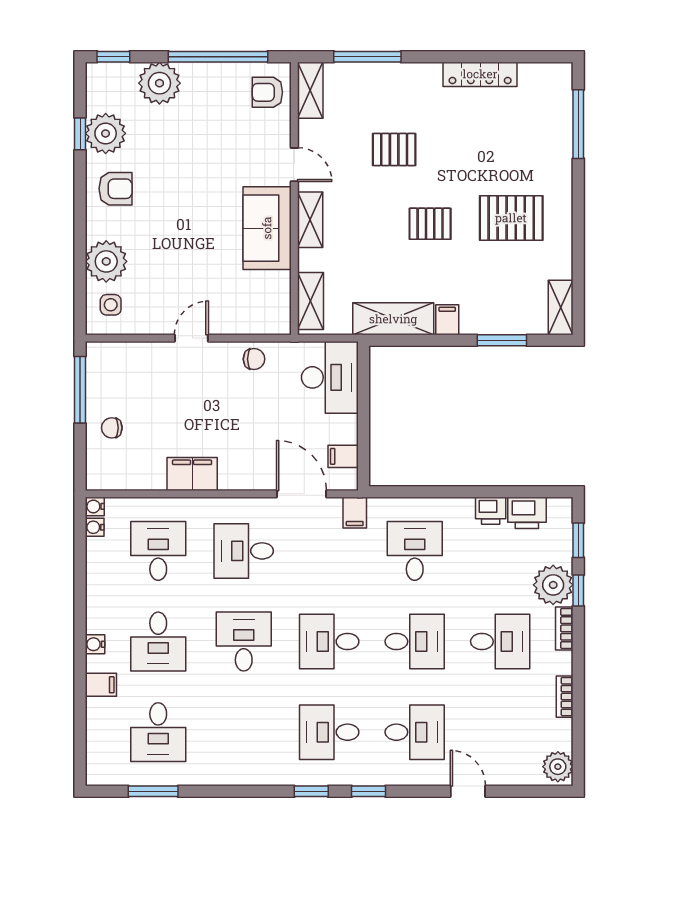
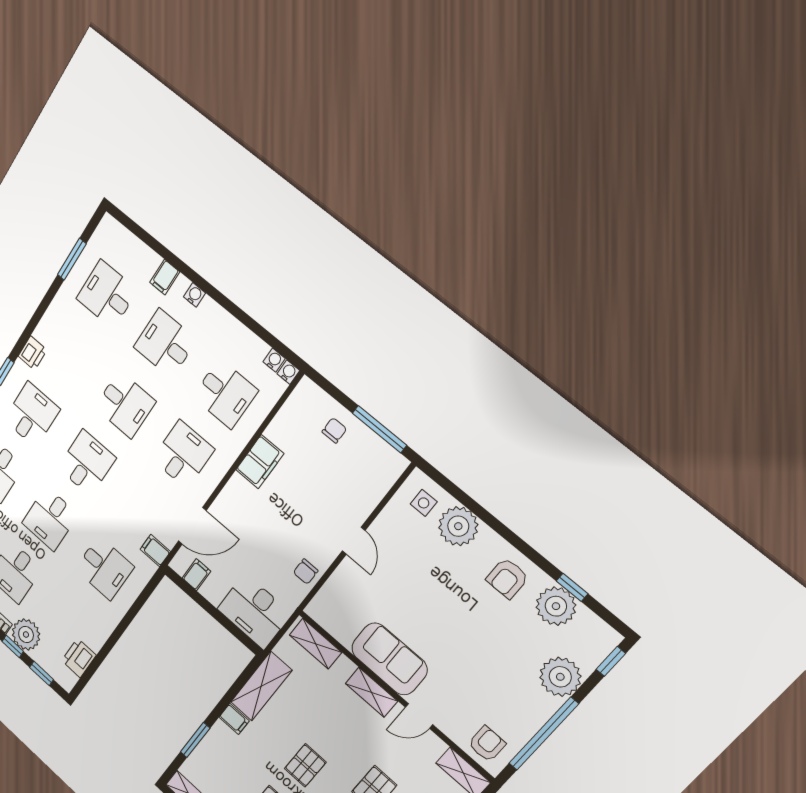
printer: (491, 511) -> (33, 353), moved, turned 180

